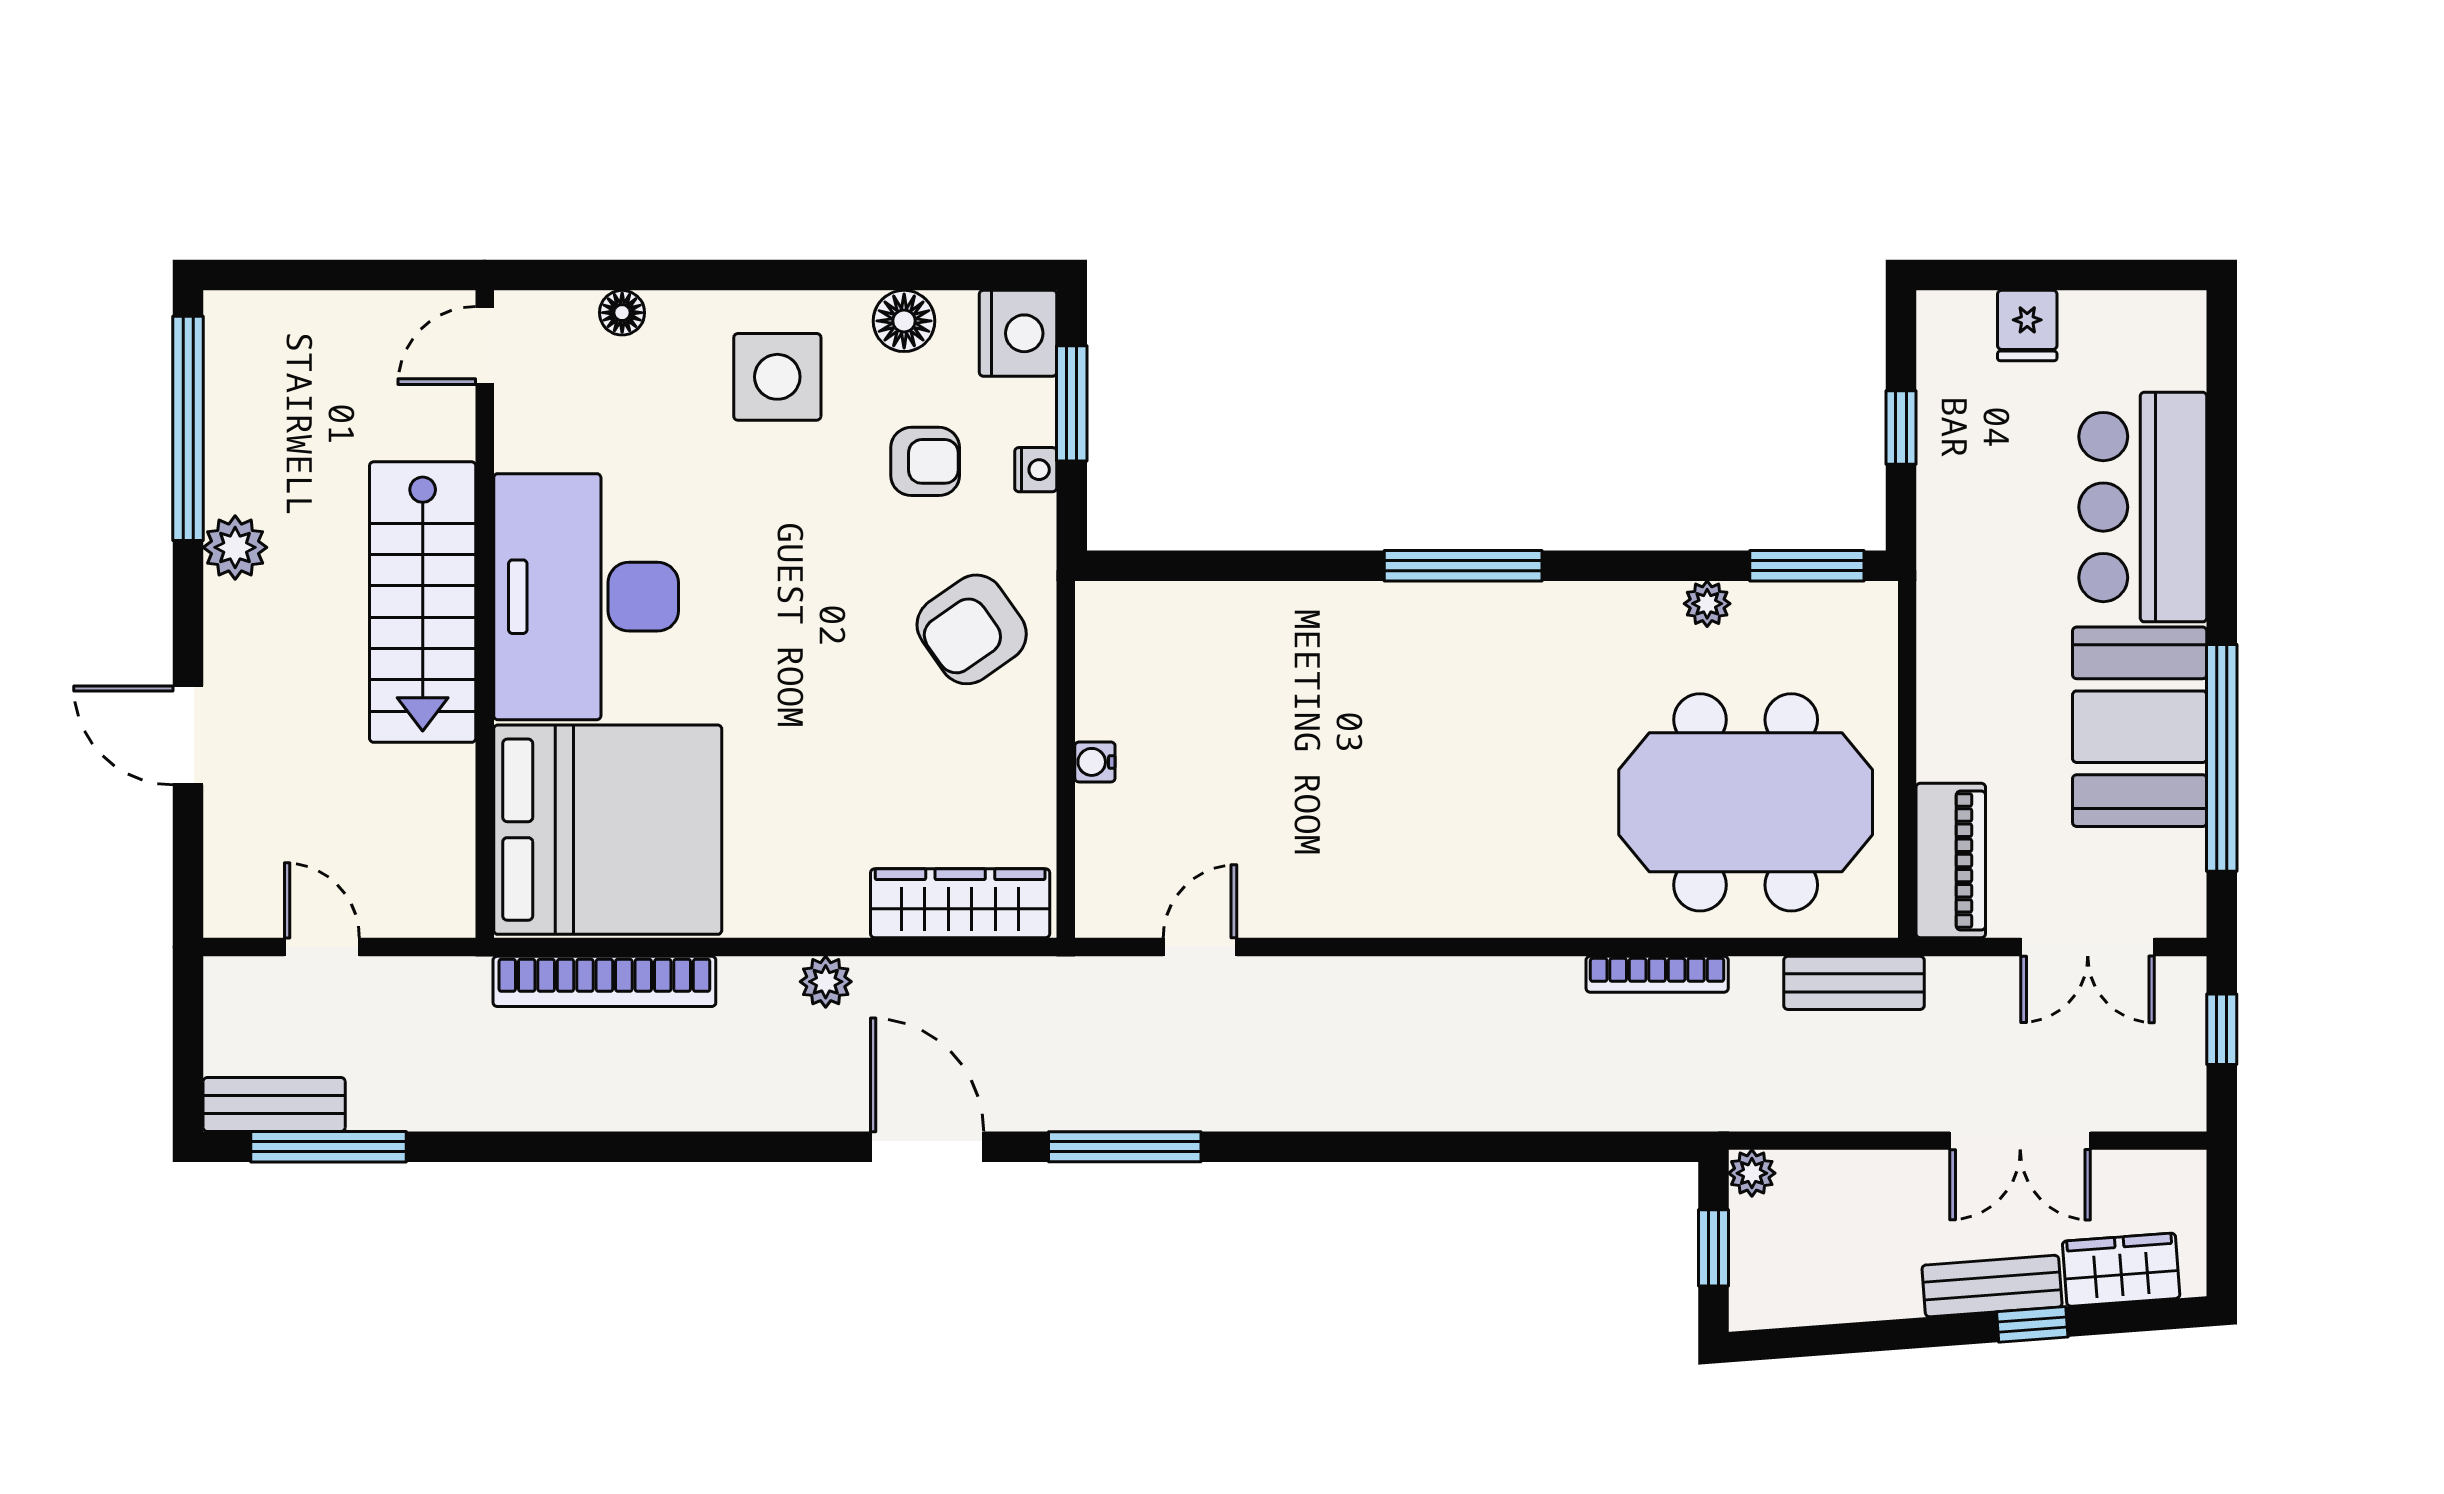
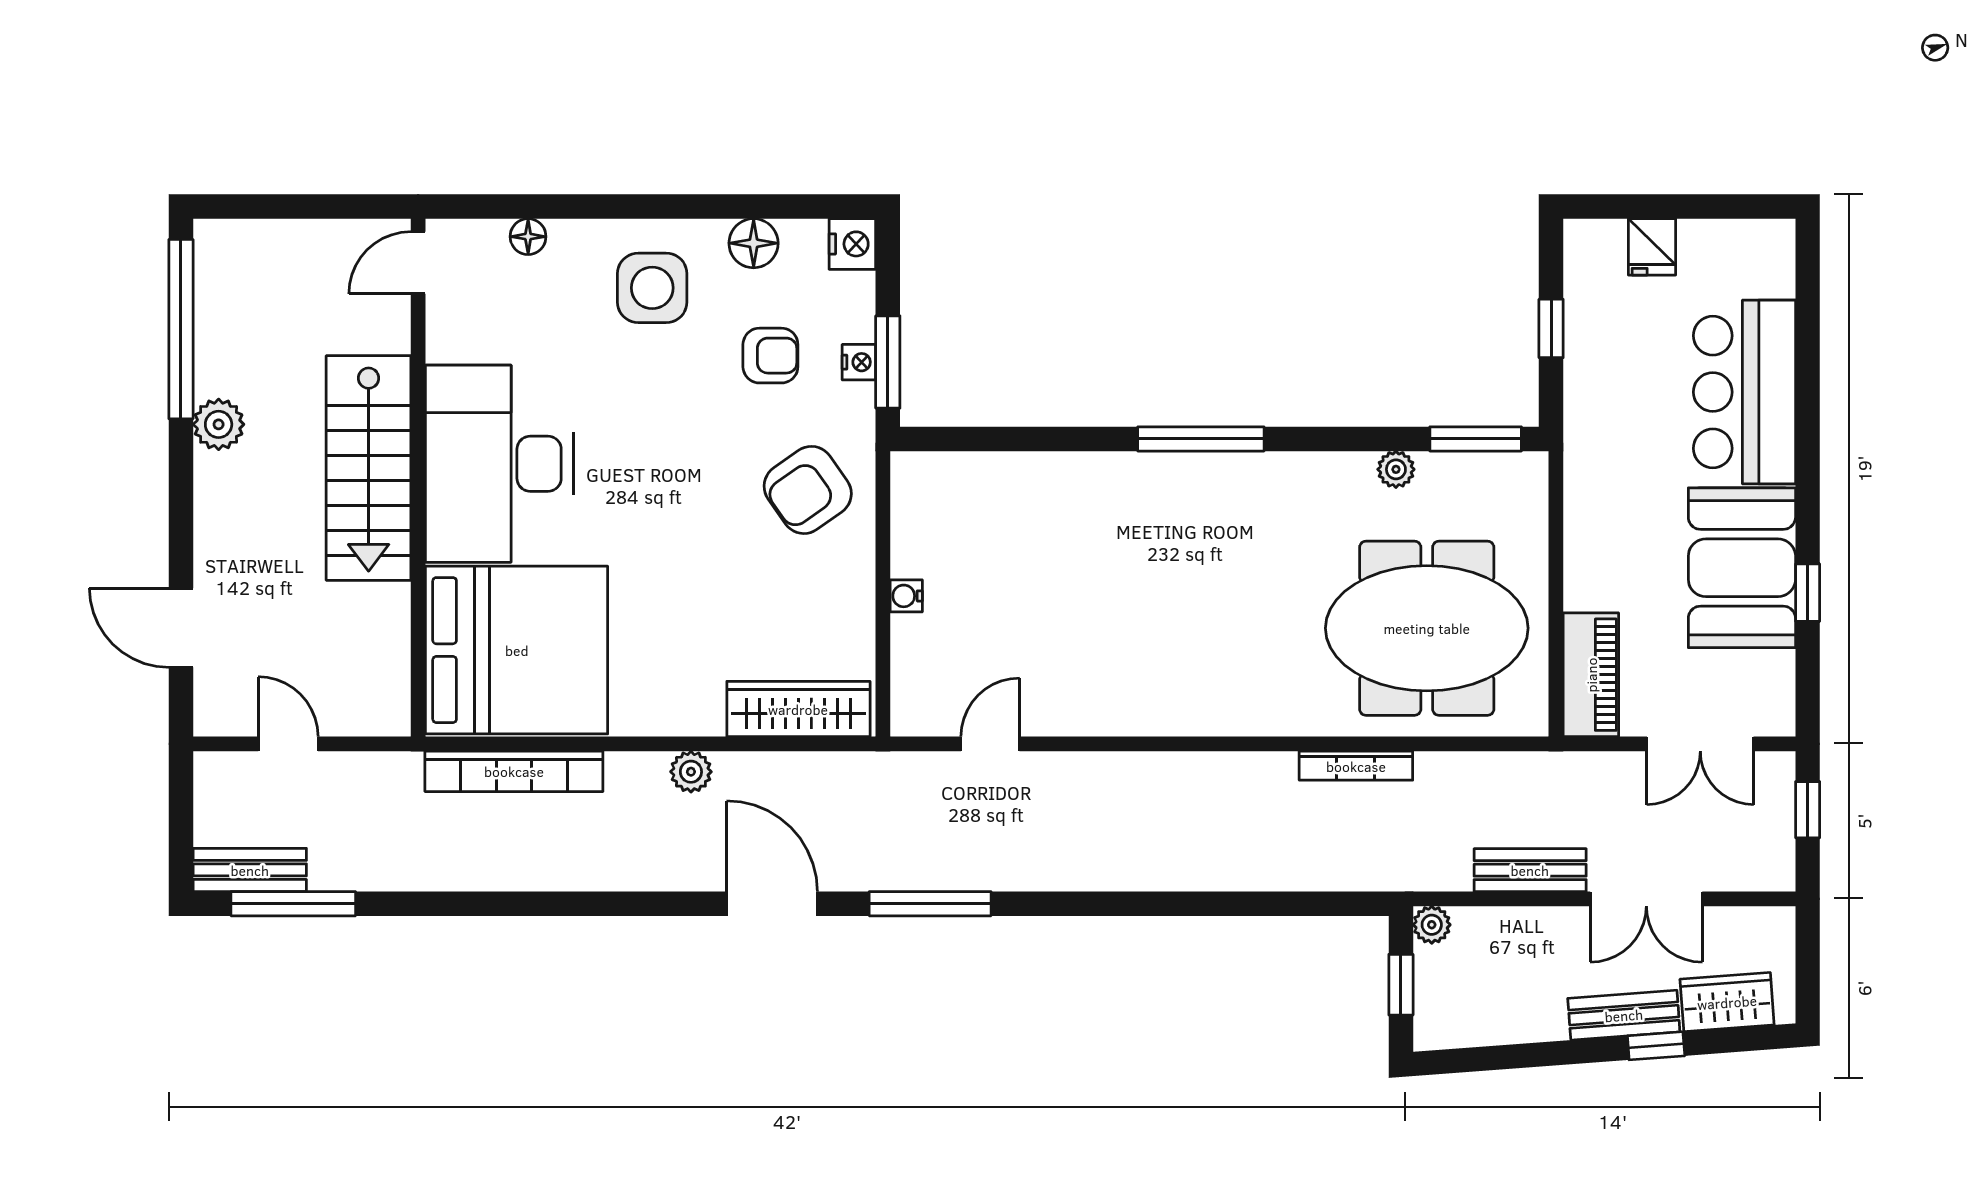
nightstand: (1018, 333) -> (852, 244), width x0.74, depth x0.75
window: (1072, 403) -> (888, 362), moved
door: (188, 735) -> (181, 628), moved
window: (2222, 758) -> (1808, 593), width x0.32
bench: (1854, 983) -> (1530, 870), moved

